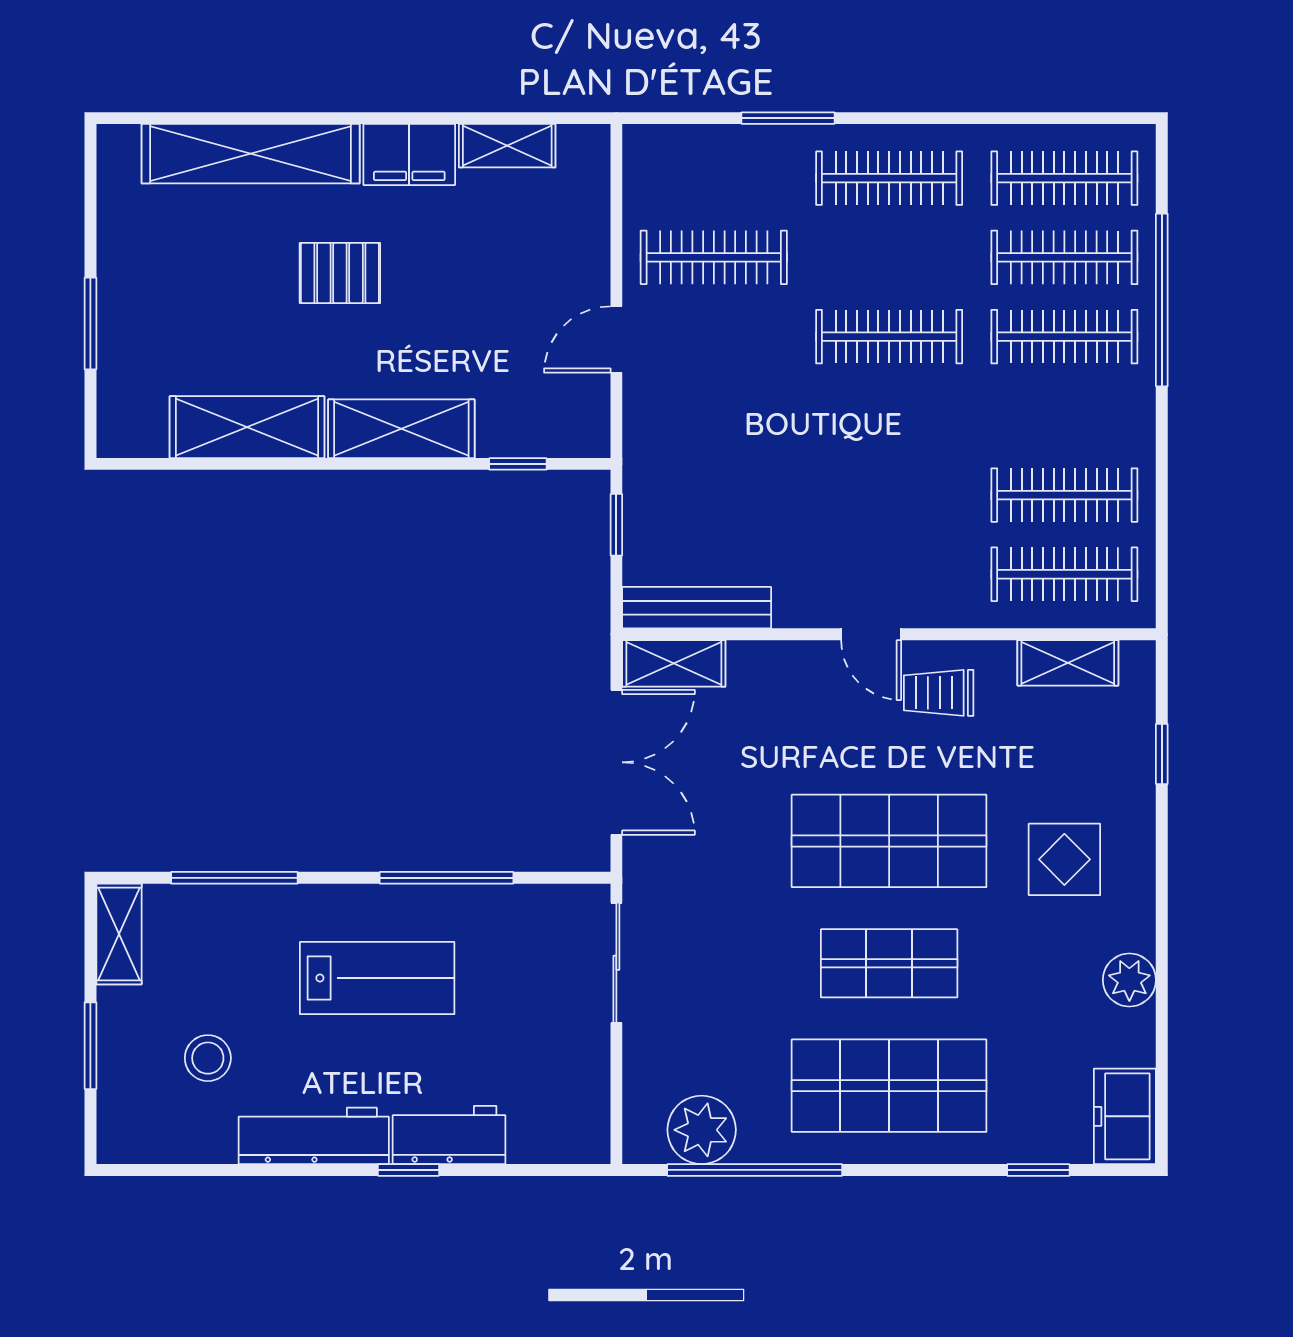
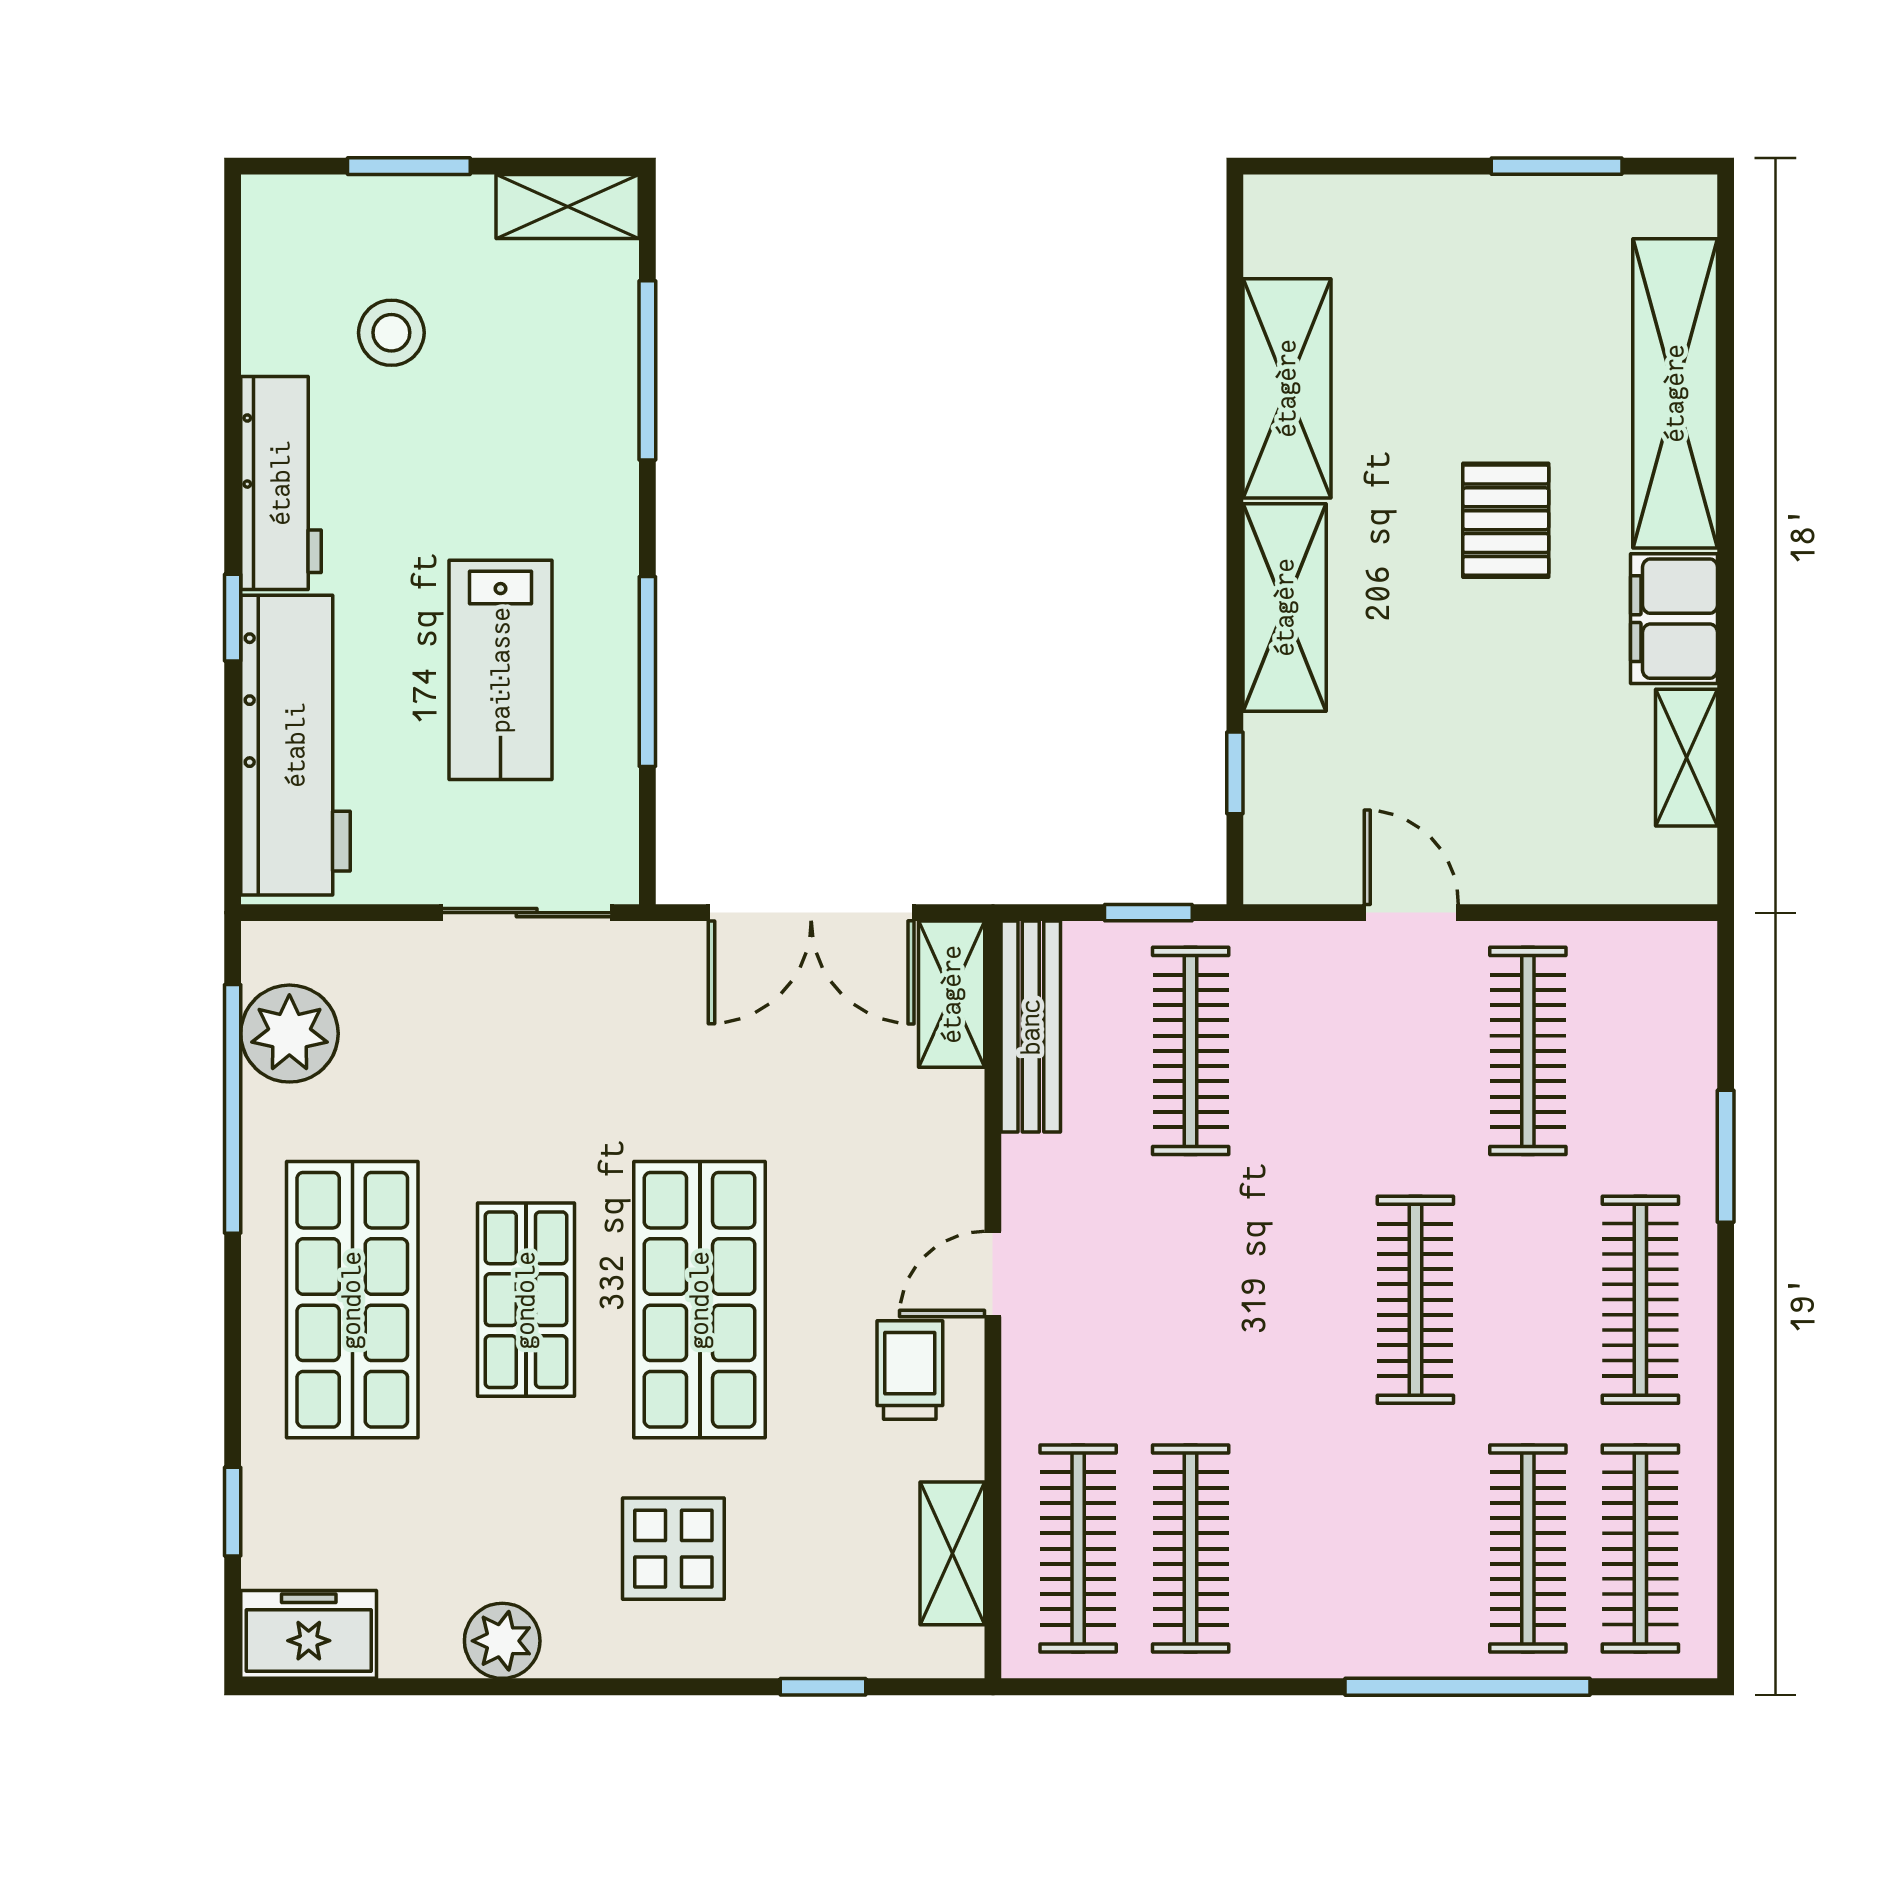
window: (90, 324) -> (1557, 166), moved
clothes rail: (1064, 337) -> (1191, 1051), moved
lab bench: (377, 978) -> (501, 670), moved
workbench: (449, 1135) -> (296, 745), width x1.88, depth x1.32

